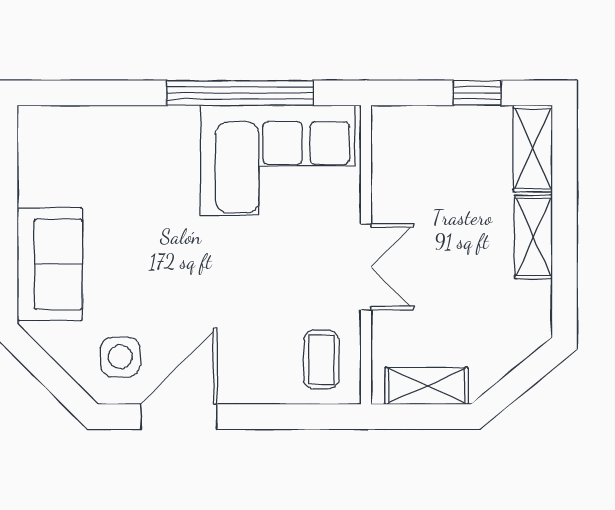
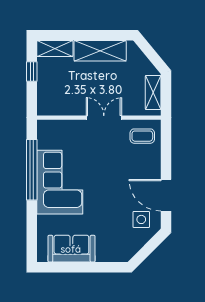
corner sofa: (277, 160) -> (60, 182), moved
shelving: (533, 237) -> (100, 51), width x1.50, depth x1.33
sofa: (50, 264) -> (71, 249), moved

